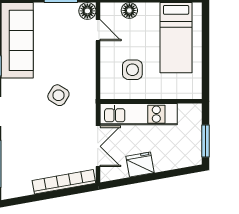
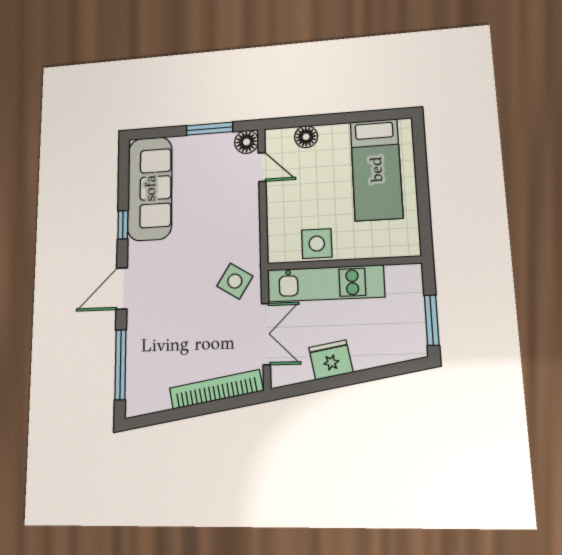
side table: (132, 70) -> (317, 244), moved
side table: (58, 95) -> (235, 281), moved

